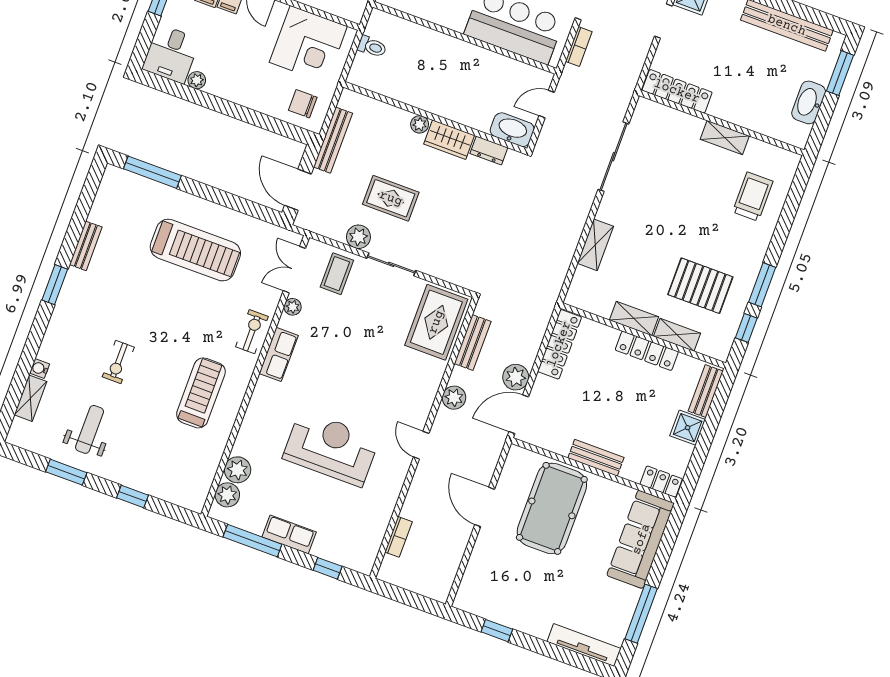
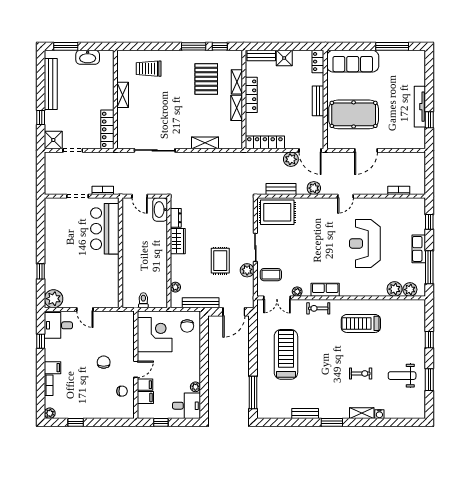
plant: (420, 124) -> (175, 287), moved
shelving: (30, 398) -> (362, 413), moved
tv unit: (584, 645) -> (420, 107), moved

